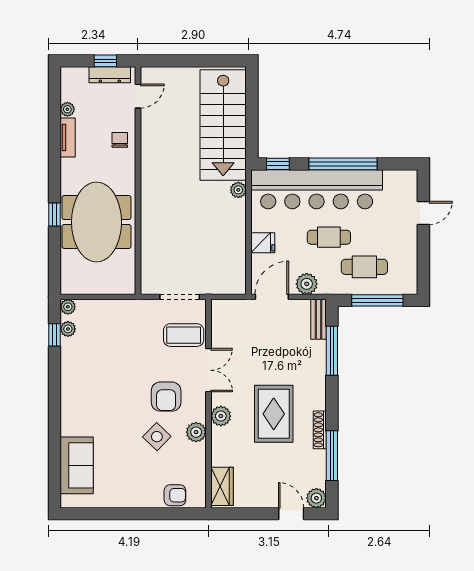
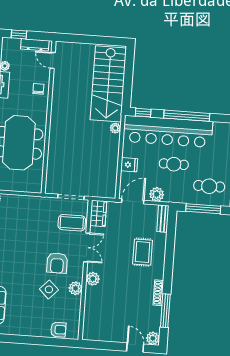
window: (105, 61) -> (19, 34), moved
door: (138, 96) -> (53, 60), swing flipped
cafe table: (364, 267) -> (209, 186), moved
window: (332, 351) -> (170, 240), removed
rug: (274, 414) -> (143, 252), moved, width x0.73, depth x0.70
wardrobe: (222, 486) -> (98, 213), moved

